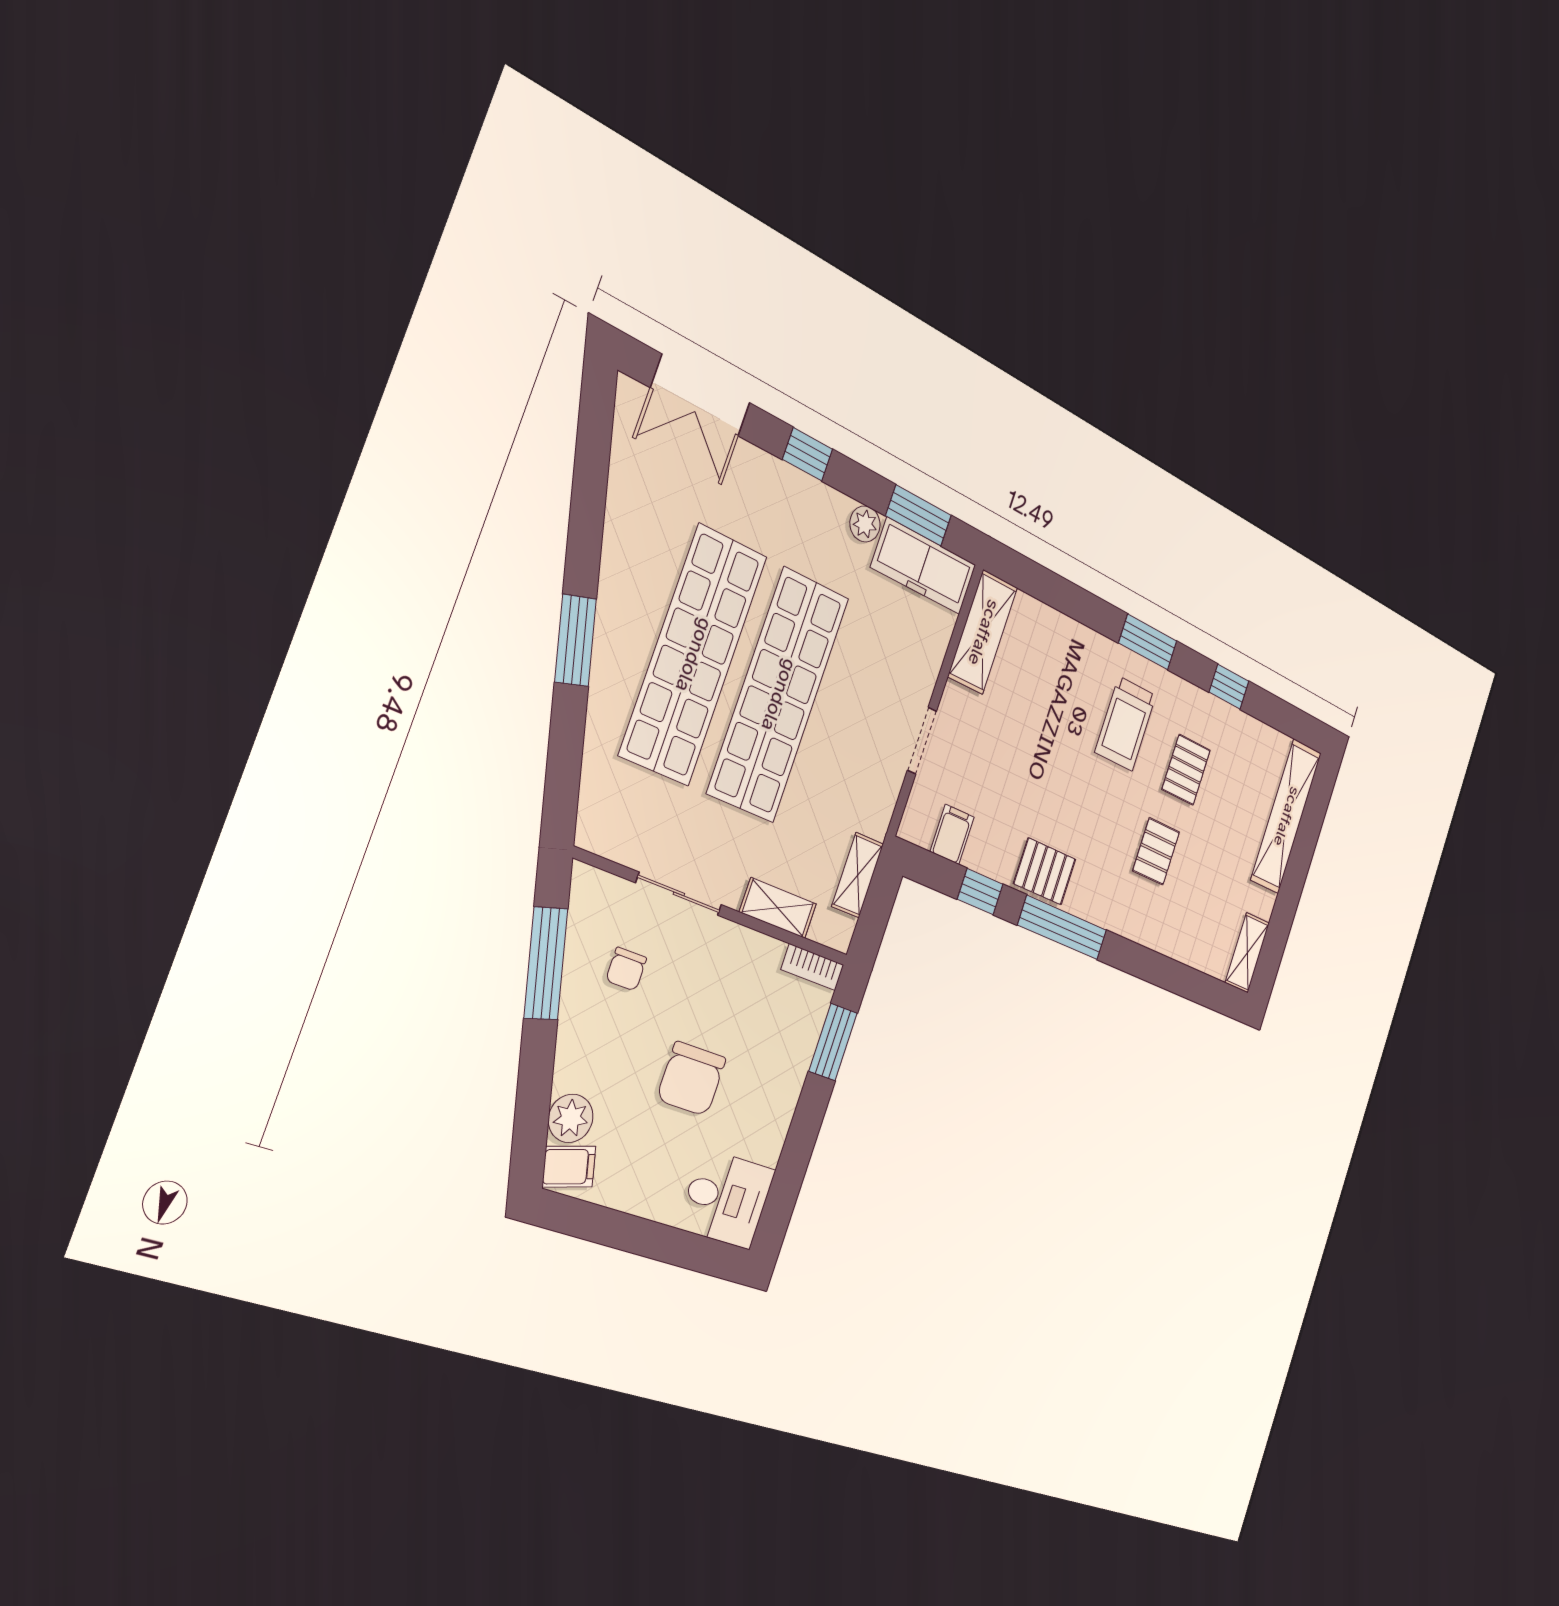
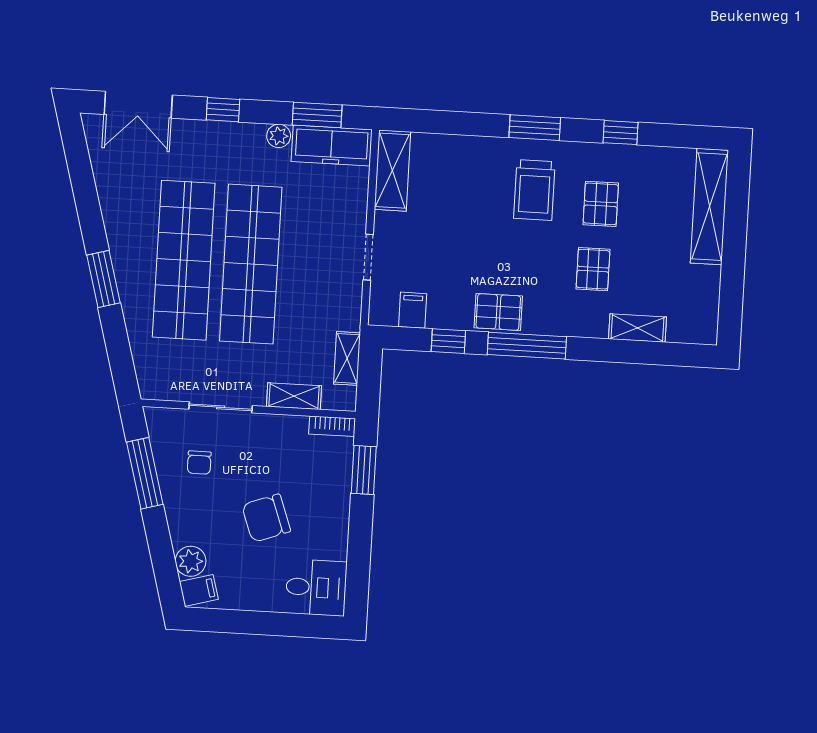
shelving: (1247, 953) -> (638, 328), moved, turned 90
chair: (691, 1079) -> (266, 518), turned 70

